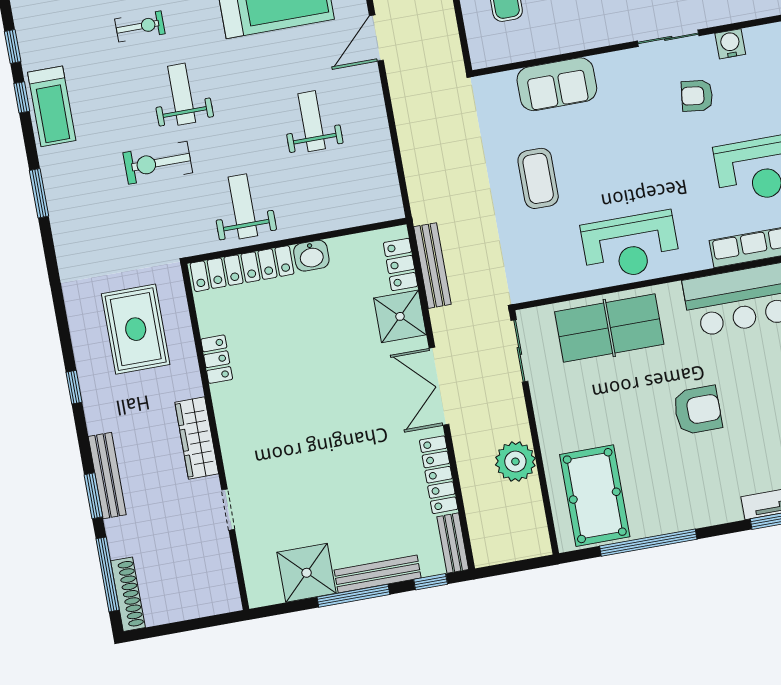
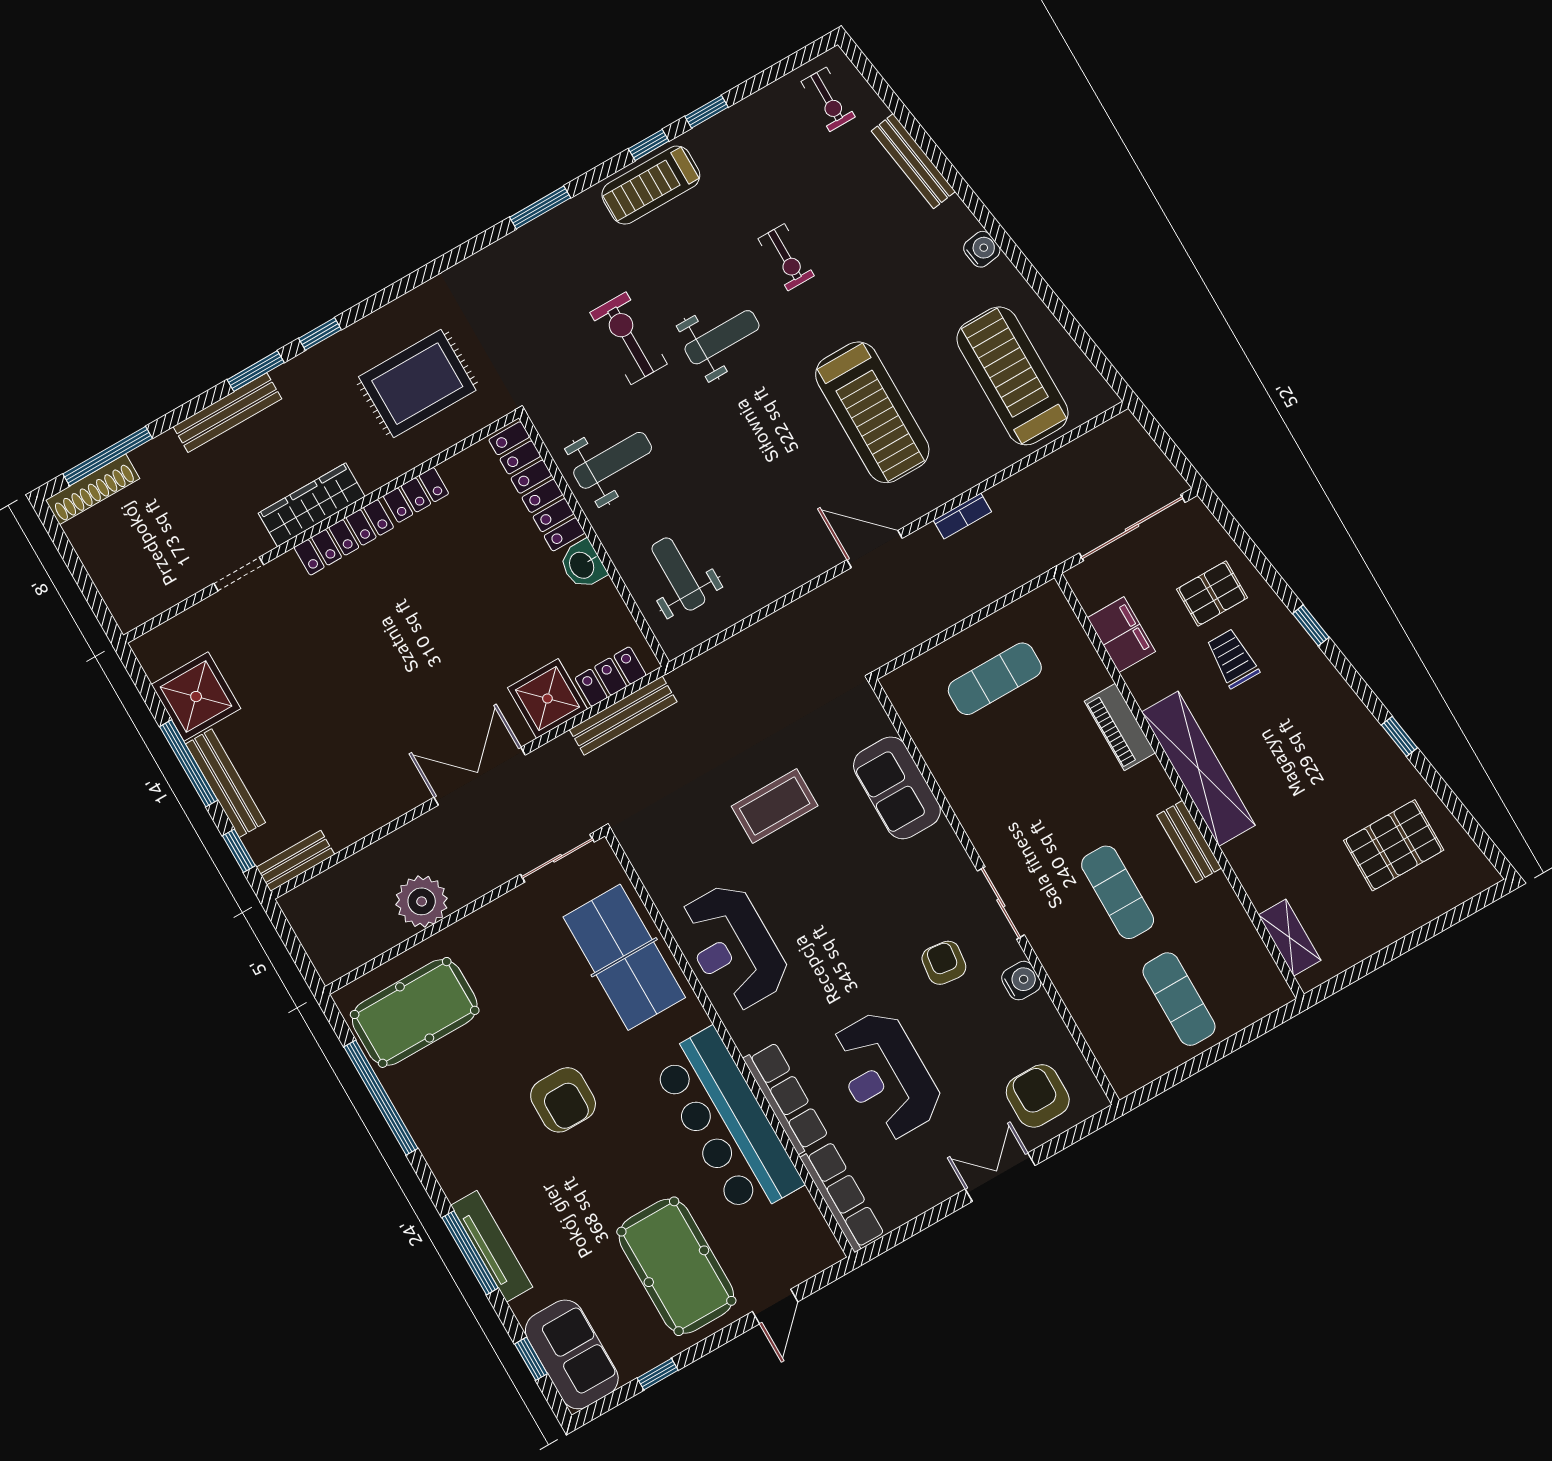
weight bench: (312, 121) -> (678, 574), moved, turned -90
locker: (439, 475) -> (344, 537), moved, turned 180
window: (93, 496) -> (256, 371), moved

